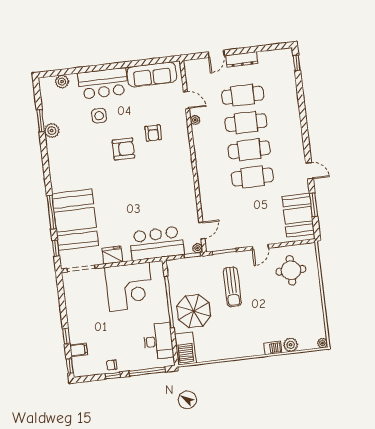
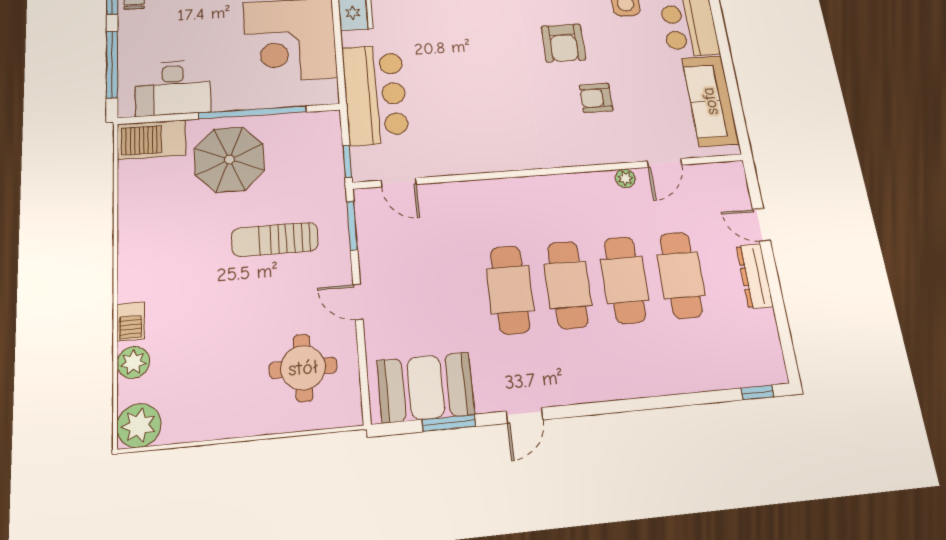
plant: (198, 248) -> (362, 172), removed
plant: (322, 343) -> (139, 425), width x1.87, depth x1.87

